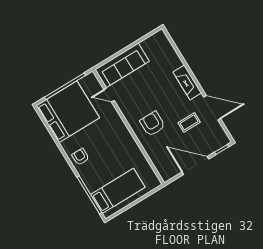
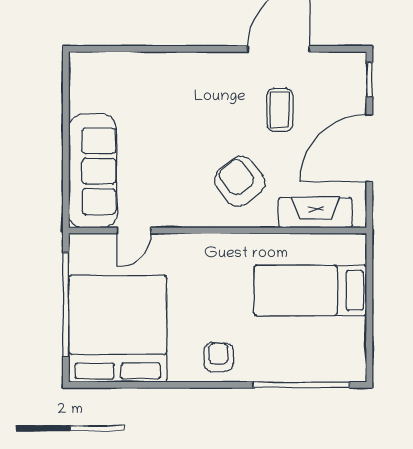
fireplace: (187, 82) -> (315, 213), moved, turned 180
armchair: (152, 124) -> (240, 181), turned 52
armchair: (80, 157) -> (218, 357), turned 90
bed: (118, 191) -> (310, 290), moved, turned -90

